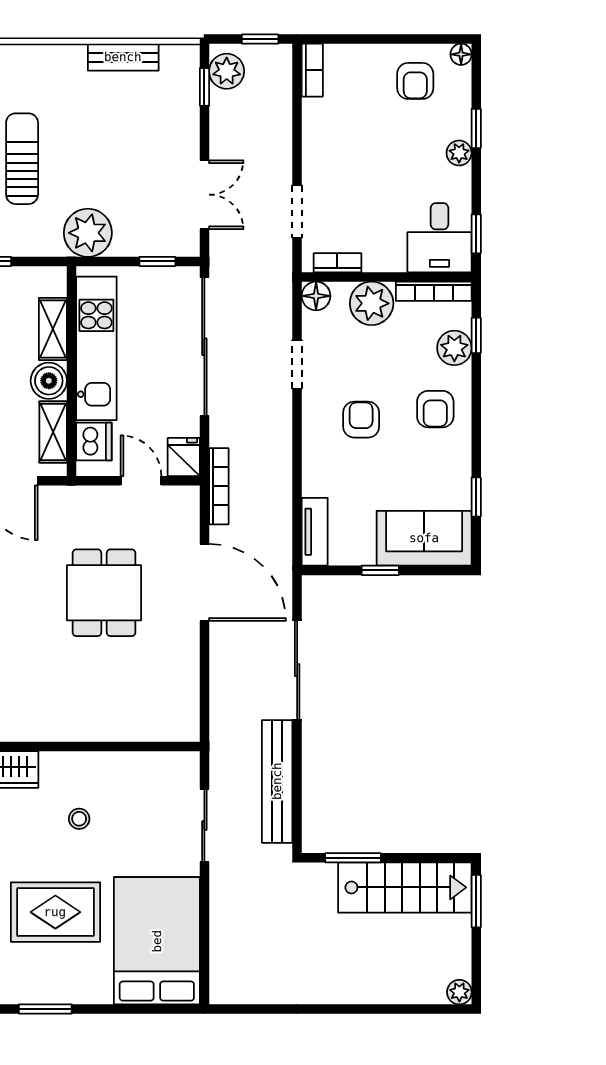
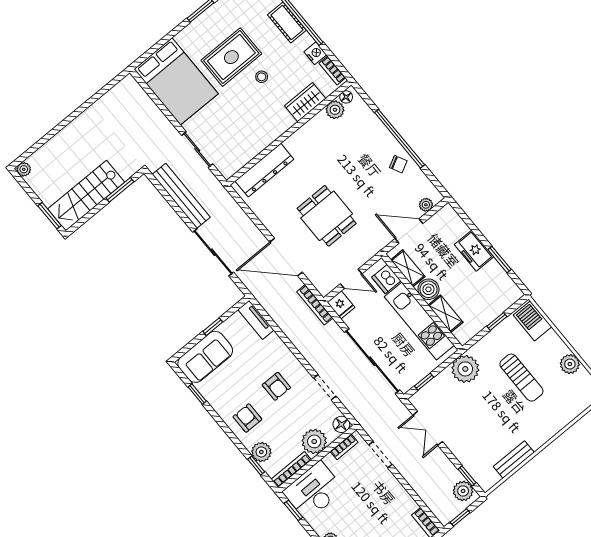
desk: (439, 238) -> (313, 491), width x1.37
dresser: (137, 723) -> (264, 170), added
stool: (79, 819) -> (262, 77), moved

